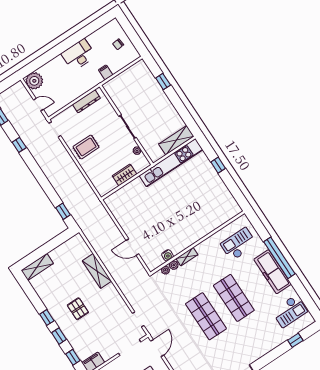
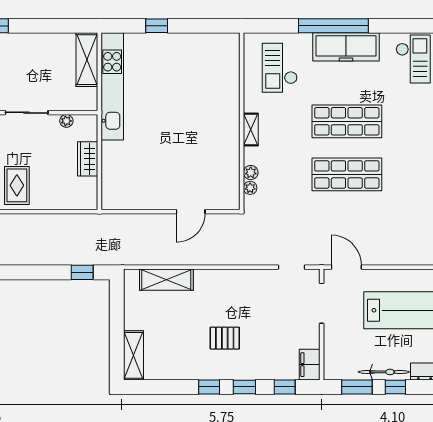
water cooler: (167, 255) -> (232, 172), removed
shelving: (187, 257) -> (251, 129), moved
shelving: (97, 271) -> (166, 280), moved

